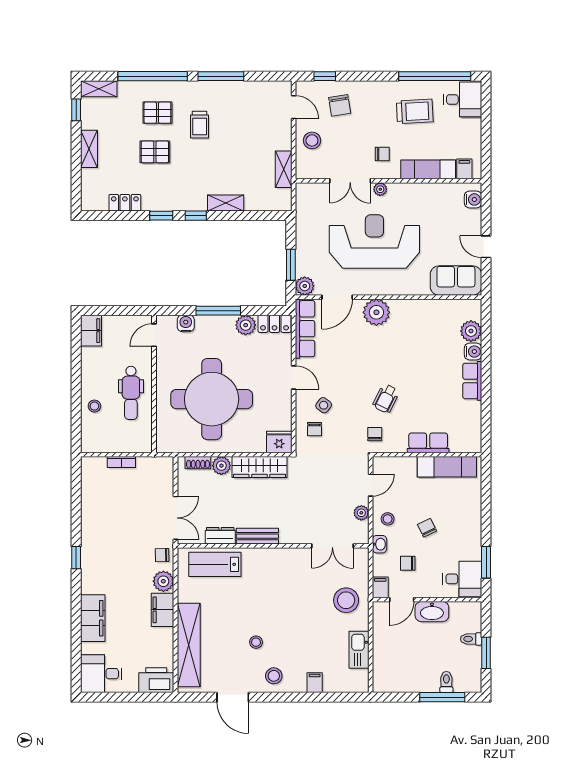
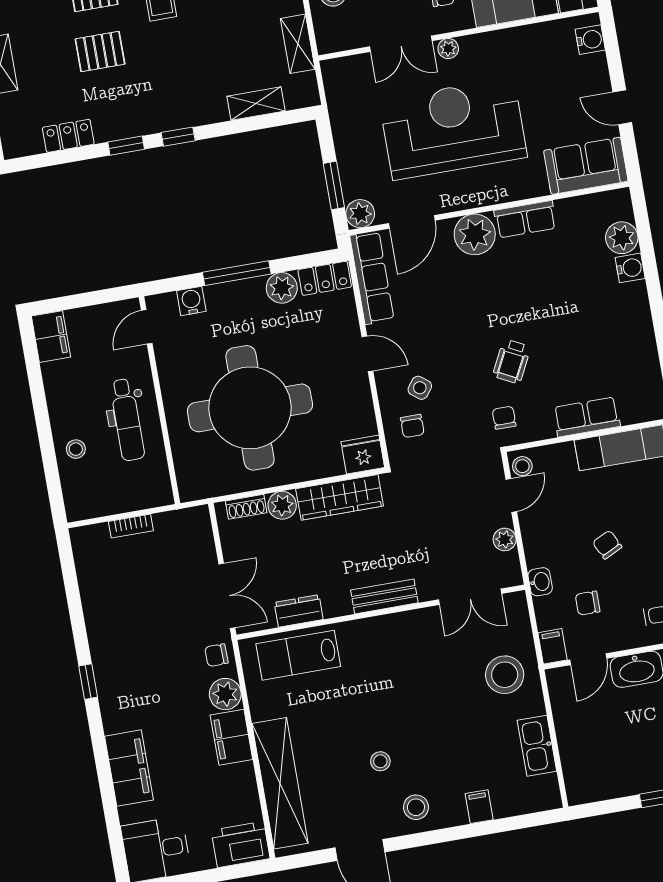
shelving: (226, 203) -> (256, 104), moved
row of seats: (472, 381) -> (525, 219), moved, turned -90
stool: (388, 519) -> (522, 466), moved
bench: (257, 536) -> (384, 596), moved

